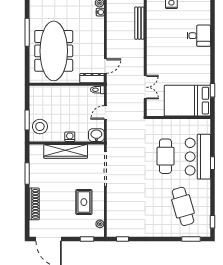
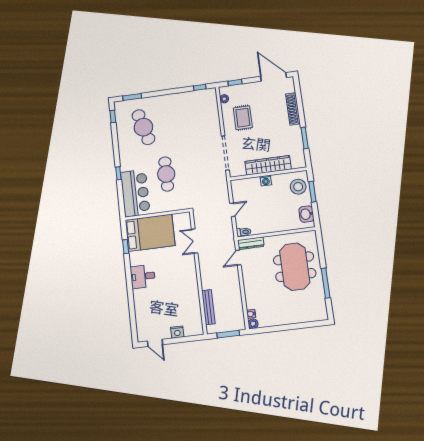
desk: (199, 36) -> (143, 276), moved
meeting table: (54, 51) -> (295, 267), width x0.73
washbasin: (96, 135) -> (306, 214), moved, turned 90
bar counter: (198, 157) -> (135, 193), moved

